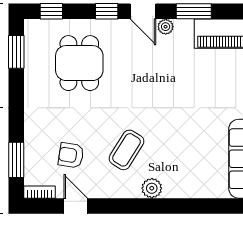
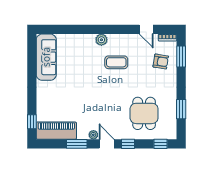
window: (16, 52) -> (181, 109), moved
coffee table: (126, 150) -> (116, 62), turned 58
armchair: (71, 155) -> (161, 62), moved

